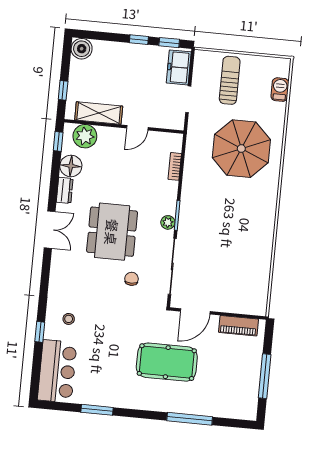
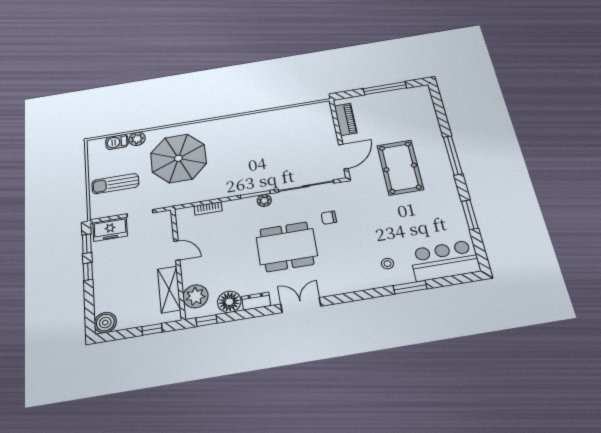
plant: (278, 111) -> (137, 139), added
door: (195, 311) -> (343, 156), hinge flipped
window: (40, 332) -> (410, 287), width x1.50
window: (190, 419) -> (453, 155), moved

